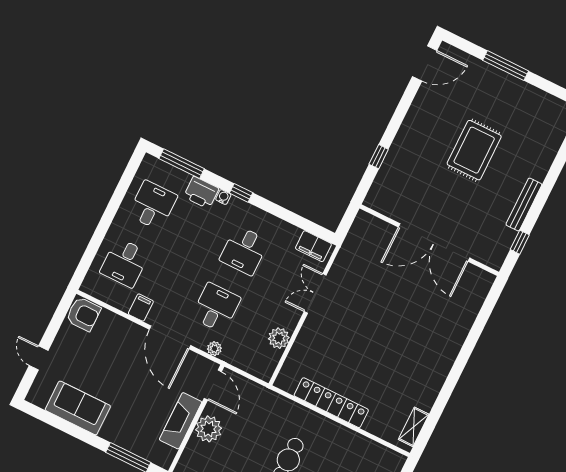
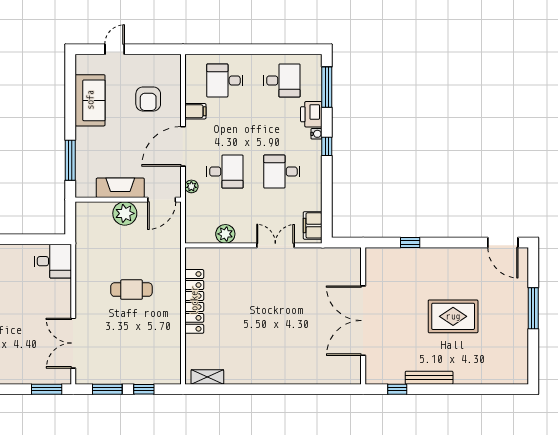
armchair: (83, 314) -> (148, 99), moved

